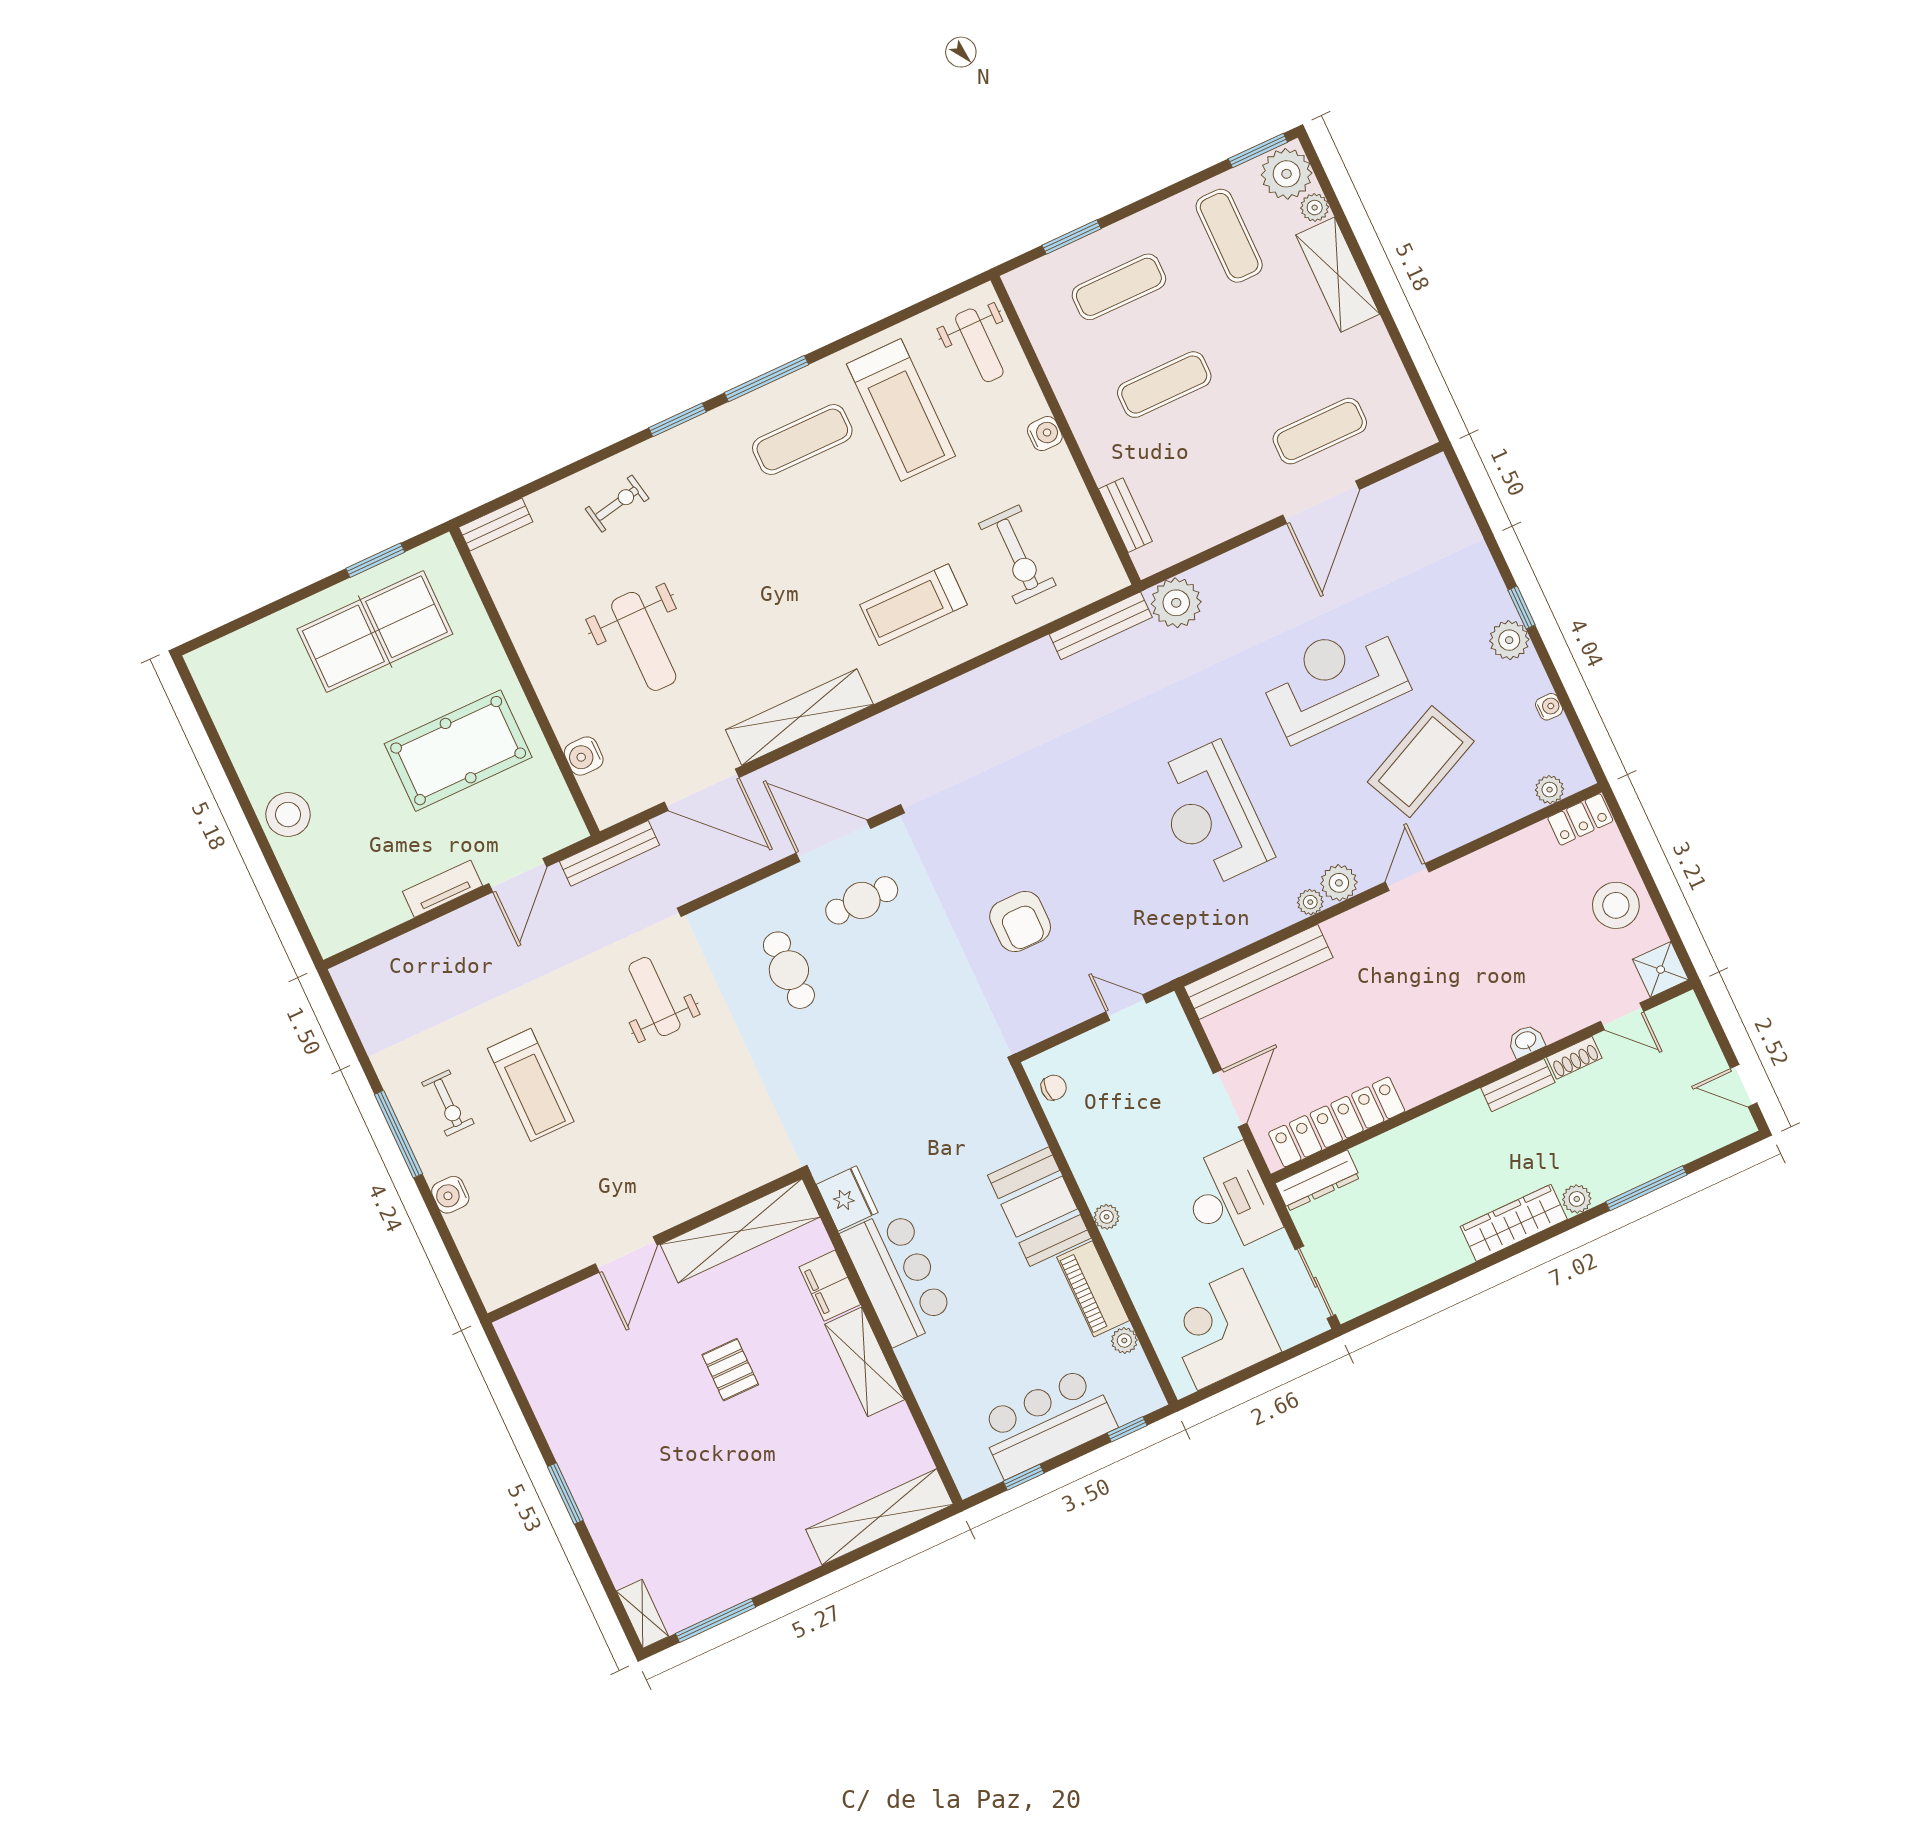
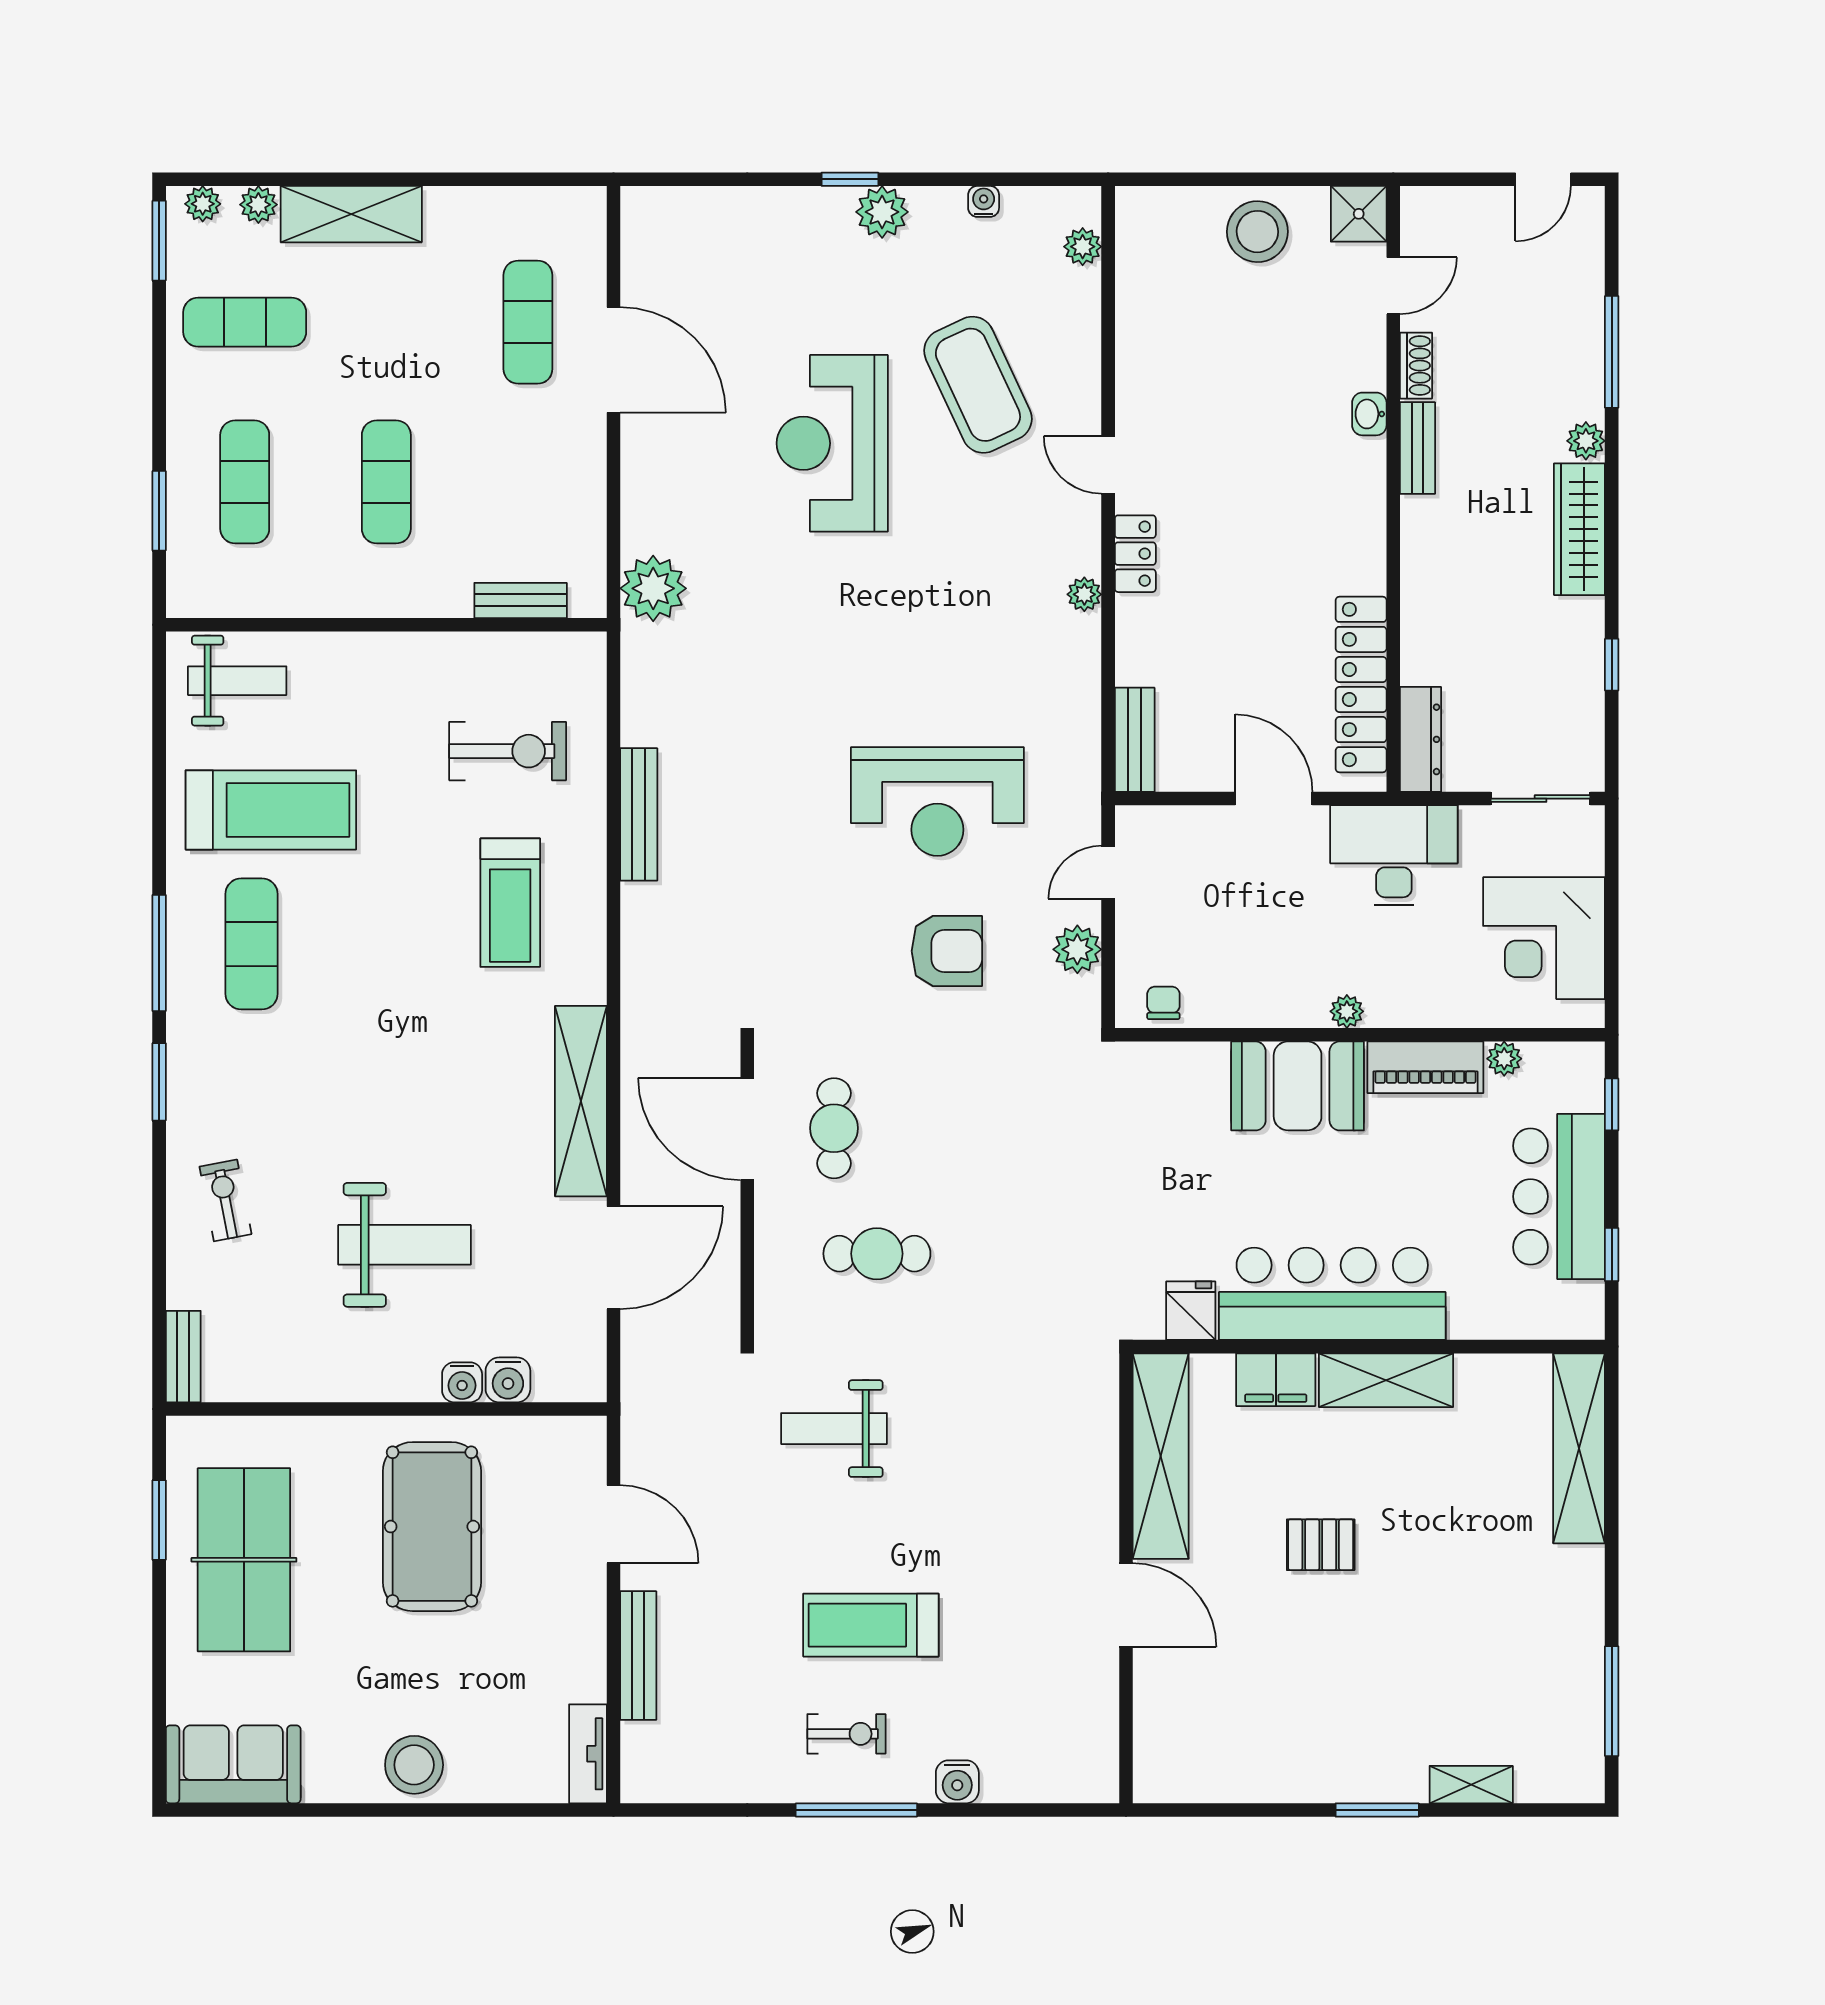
plant: (1287, 174) -> (203, 204), width x0.53, depth x0.53
water cooler: (1045, 434) -> (462, 1382), moved, turned 180
bench: (1101, 626) -> (639, 814), moved
sofa: (230, 690) -> (233, 1764), added
reception desk: (1211, 815) -> (937, 801), moved
locker: (1580, 819) -> (1135, 554), moved
door: (833, 841) -> (747, 1129), hinge flipped
bench: (610, 853) -> (638, 1656), moved
plant: (1339, 883) -> (1077, 949), moved
tv unit: (442, 889) -> (588, 1754), moved
bench: (1258, 972) -> (1135, 740), width x0.54, depth x0.82
treadmill: (531, 1085) -> (871, 1625), turned 180
fridge: (847, 1198) -> (1191, 1311), width x0.72
bar counter: (897, 1276) -> (1332, 1294), width x1.36
window: (1431, 1288) -> (1612, 665), added
shelving: (642, 1614) -> (1471, 1785), moved

